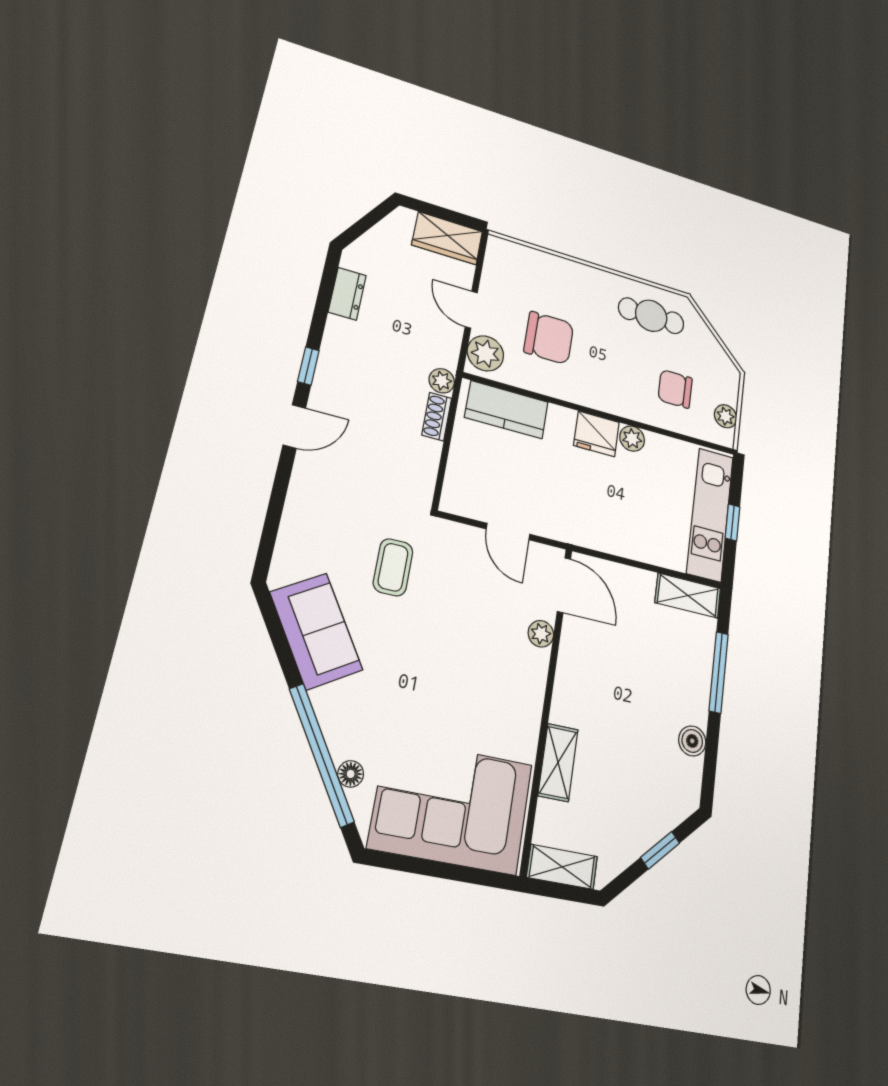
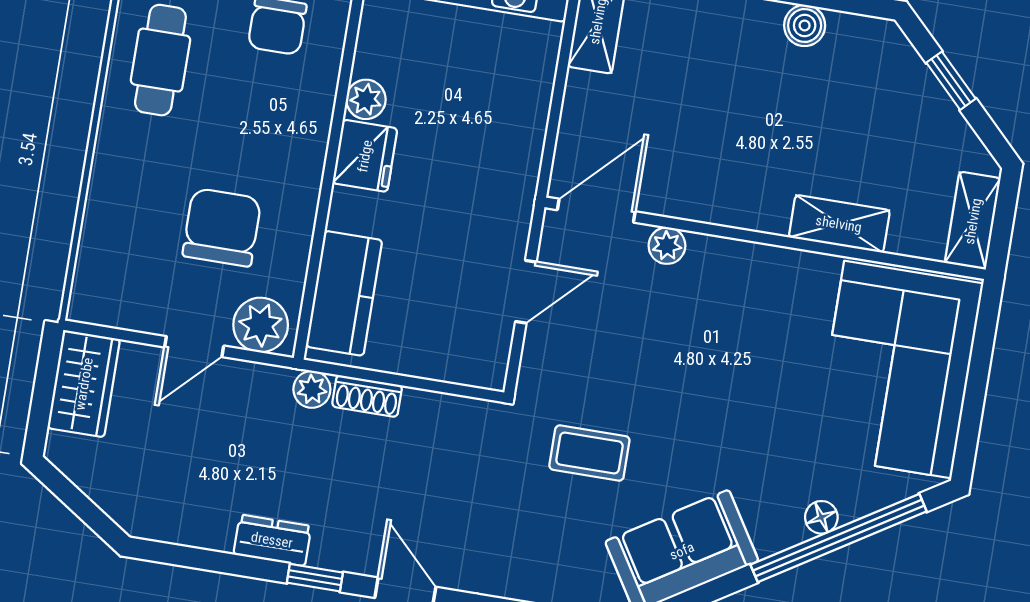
dresser: (347, 294) -> (272, 540), moved
floor lamp: (351, 774) -> (821, 517), moved

